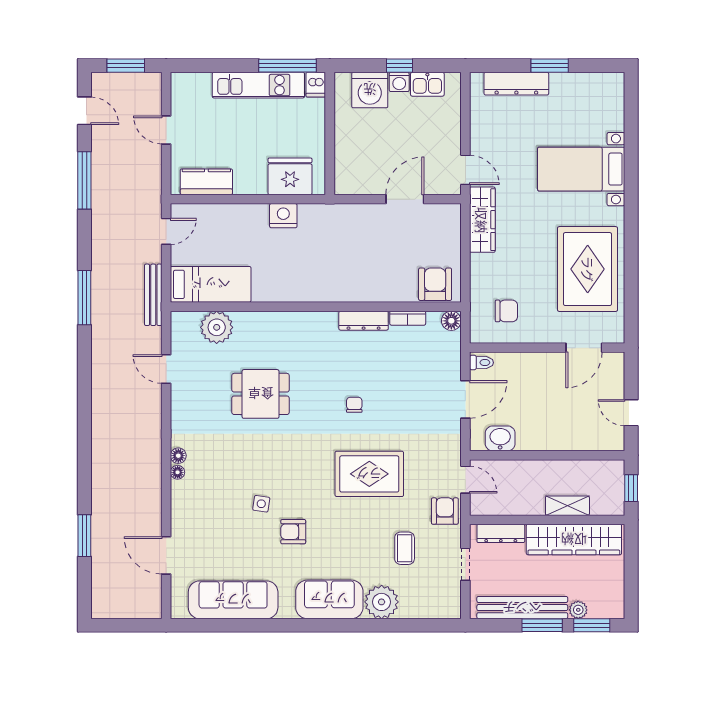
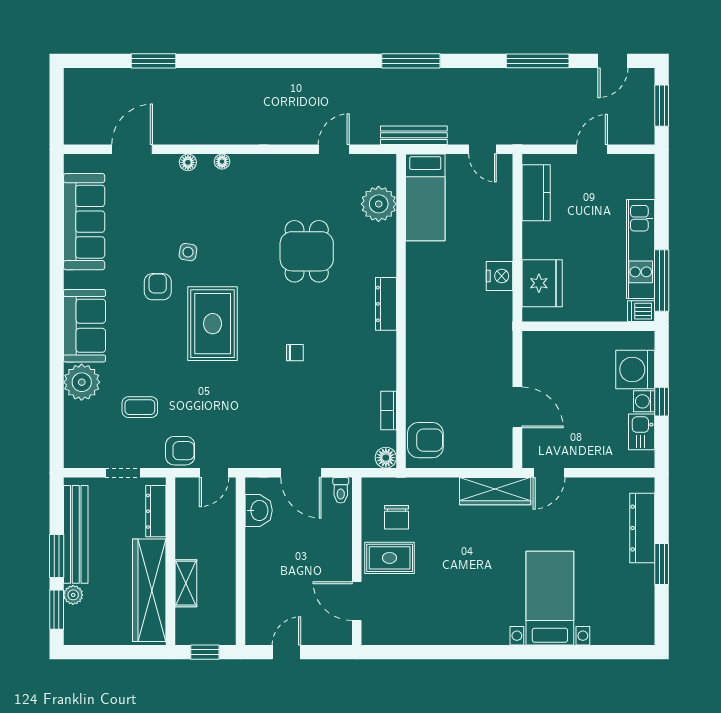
rug: (588, 269) -> (390, 558), moved, width x0.54, depth x0.49
dresser: (364, 321) -> (386, 304), moved
floor lamp: (178, 456) -> (188, 162), moved
rug: (369, 474) -> (213, 324), moved

